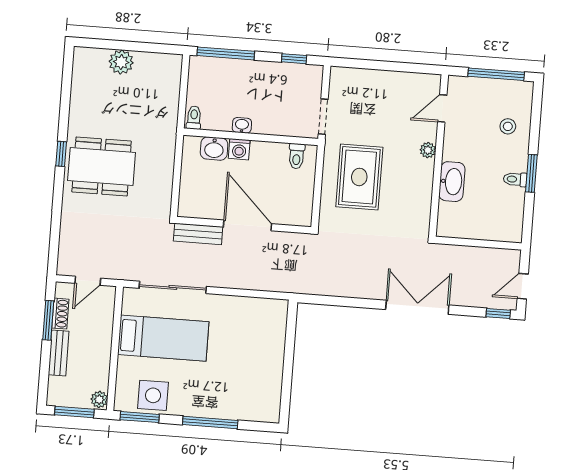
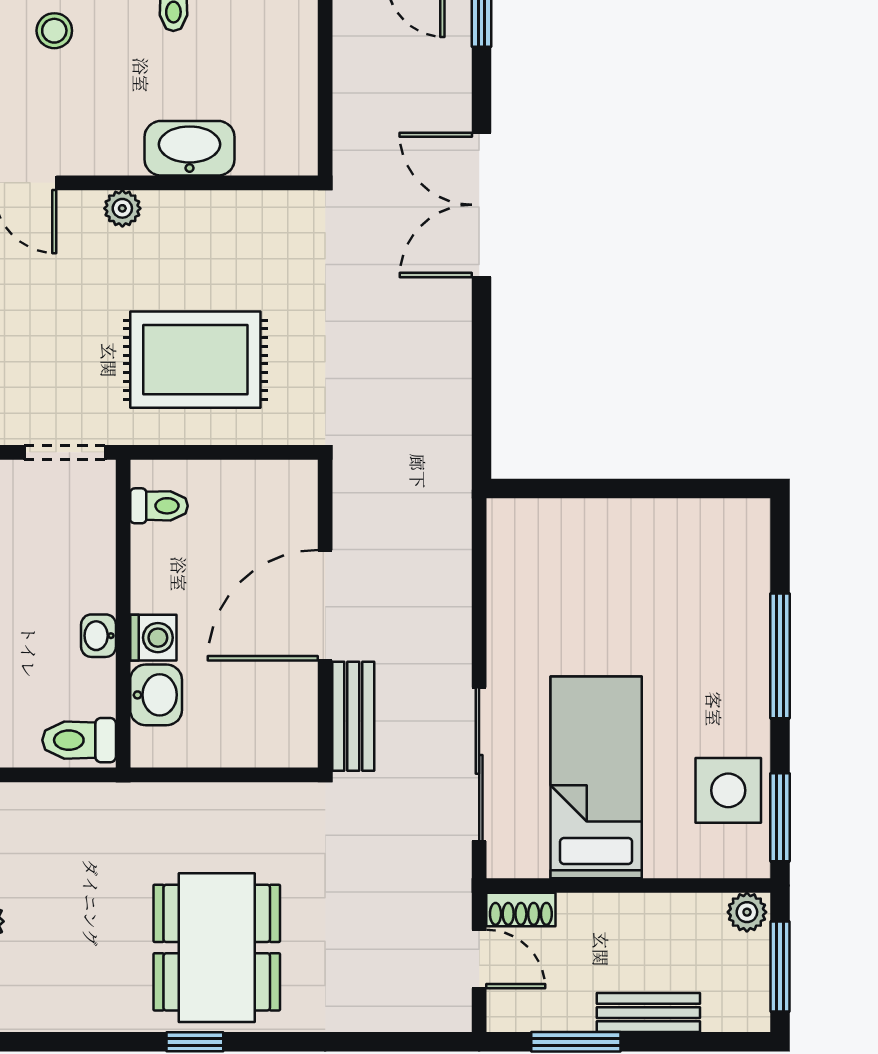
toilet: (194, 118) -> (79, 740), width x1.37, depth x1.39
shoe rack: (60, 314) -> (521, 909), moved, turned 180

